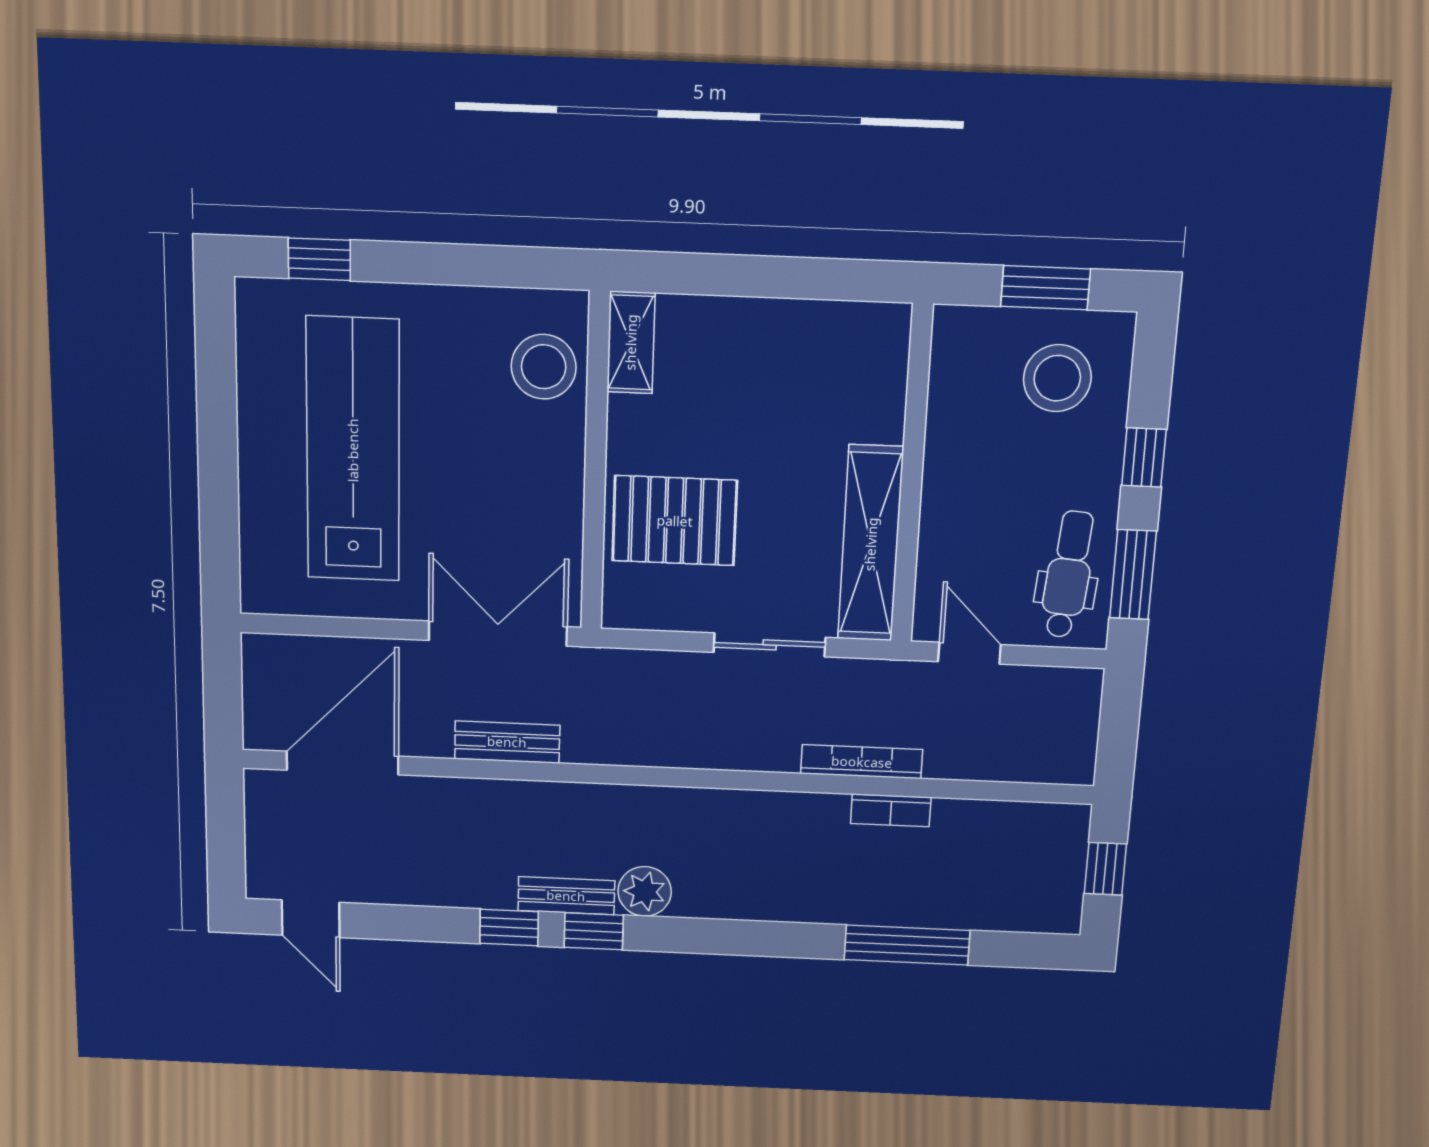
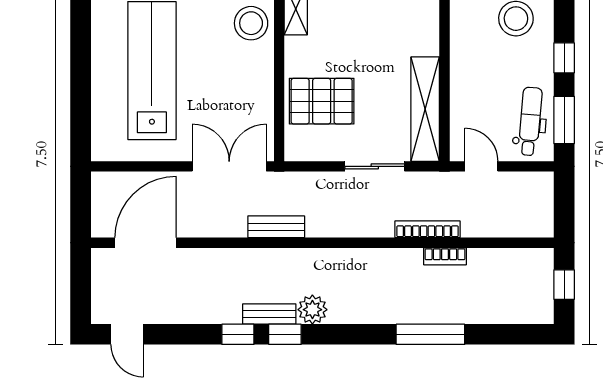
bench: (507, 742) -> (276, 227), moved
window: (907, 945) -> (430, 334), moved

